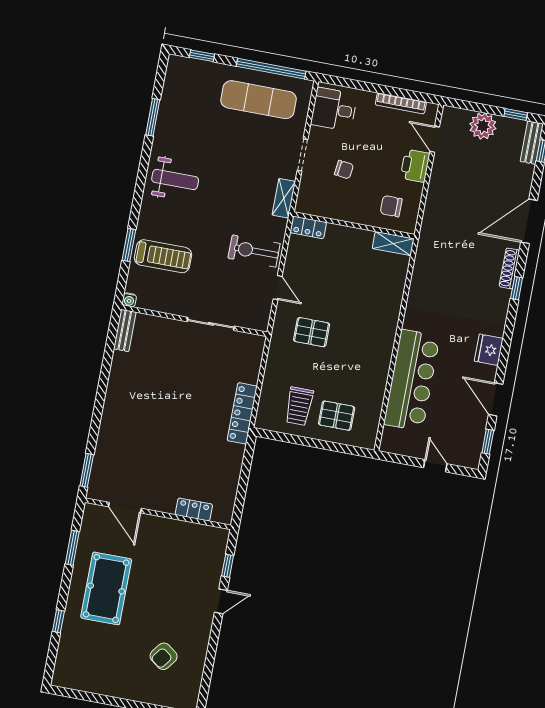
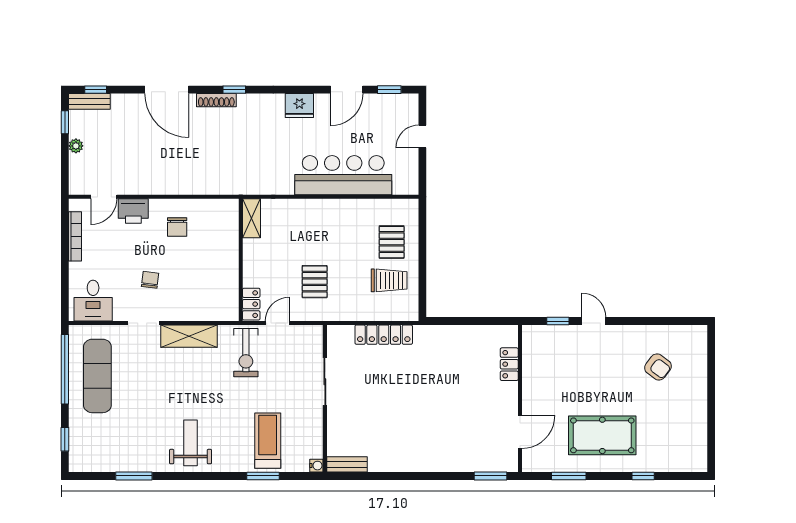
plant: (483, 126) -> (76, 146), width x0.53, depth x0.53
shelving: (284, 198) -> (189, 336), width x1.50, depth x1.33
wall: (354, 225) -> (241, 260), moved
locker: (308, 227) -> (251, 304), moved
shelving: (393, 244) -> (251, 218), moved
locker: (242, 413) -> (384, 335), moved

